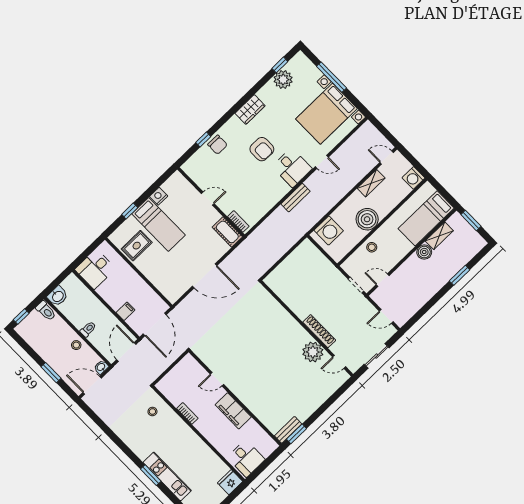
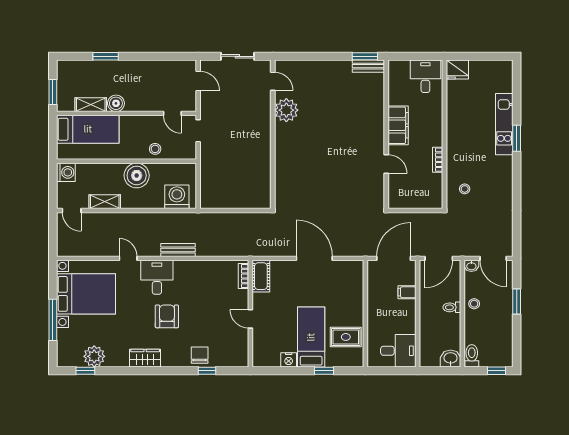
shoe rack: (319, 331) -> (265, 122), removed

